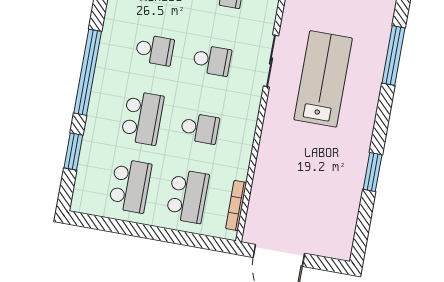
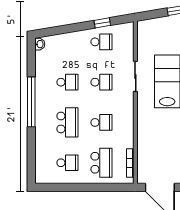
window: (73, 152) -> (31, 149), removed
school desk: (130, 186) -> (67, 163), width x0.54

